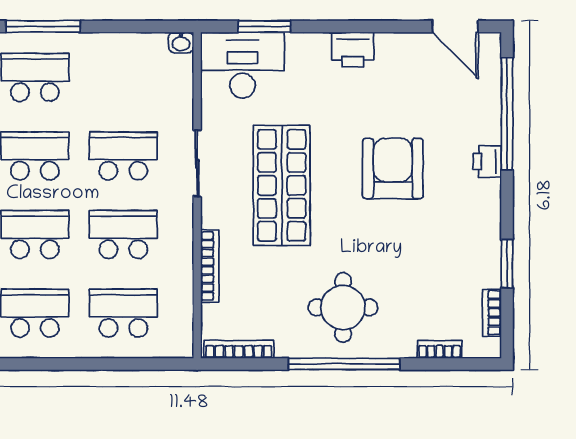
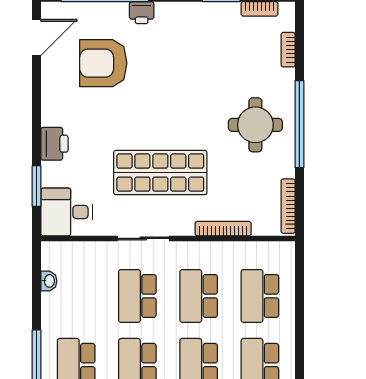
washbasin: (181, 42) -> (49, 281), moved
printer: (353, 50) -> (55, 144), moved
desk: (242, 65) -> (67, 212), width x0.73
armchair: (393, 168) -> (103, 63), moved

